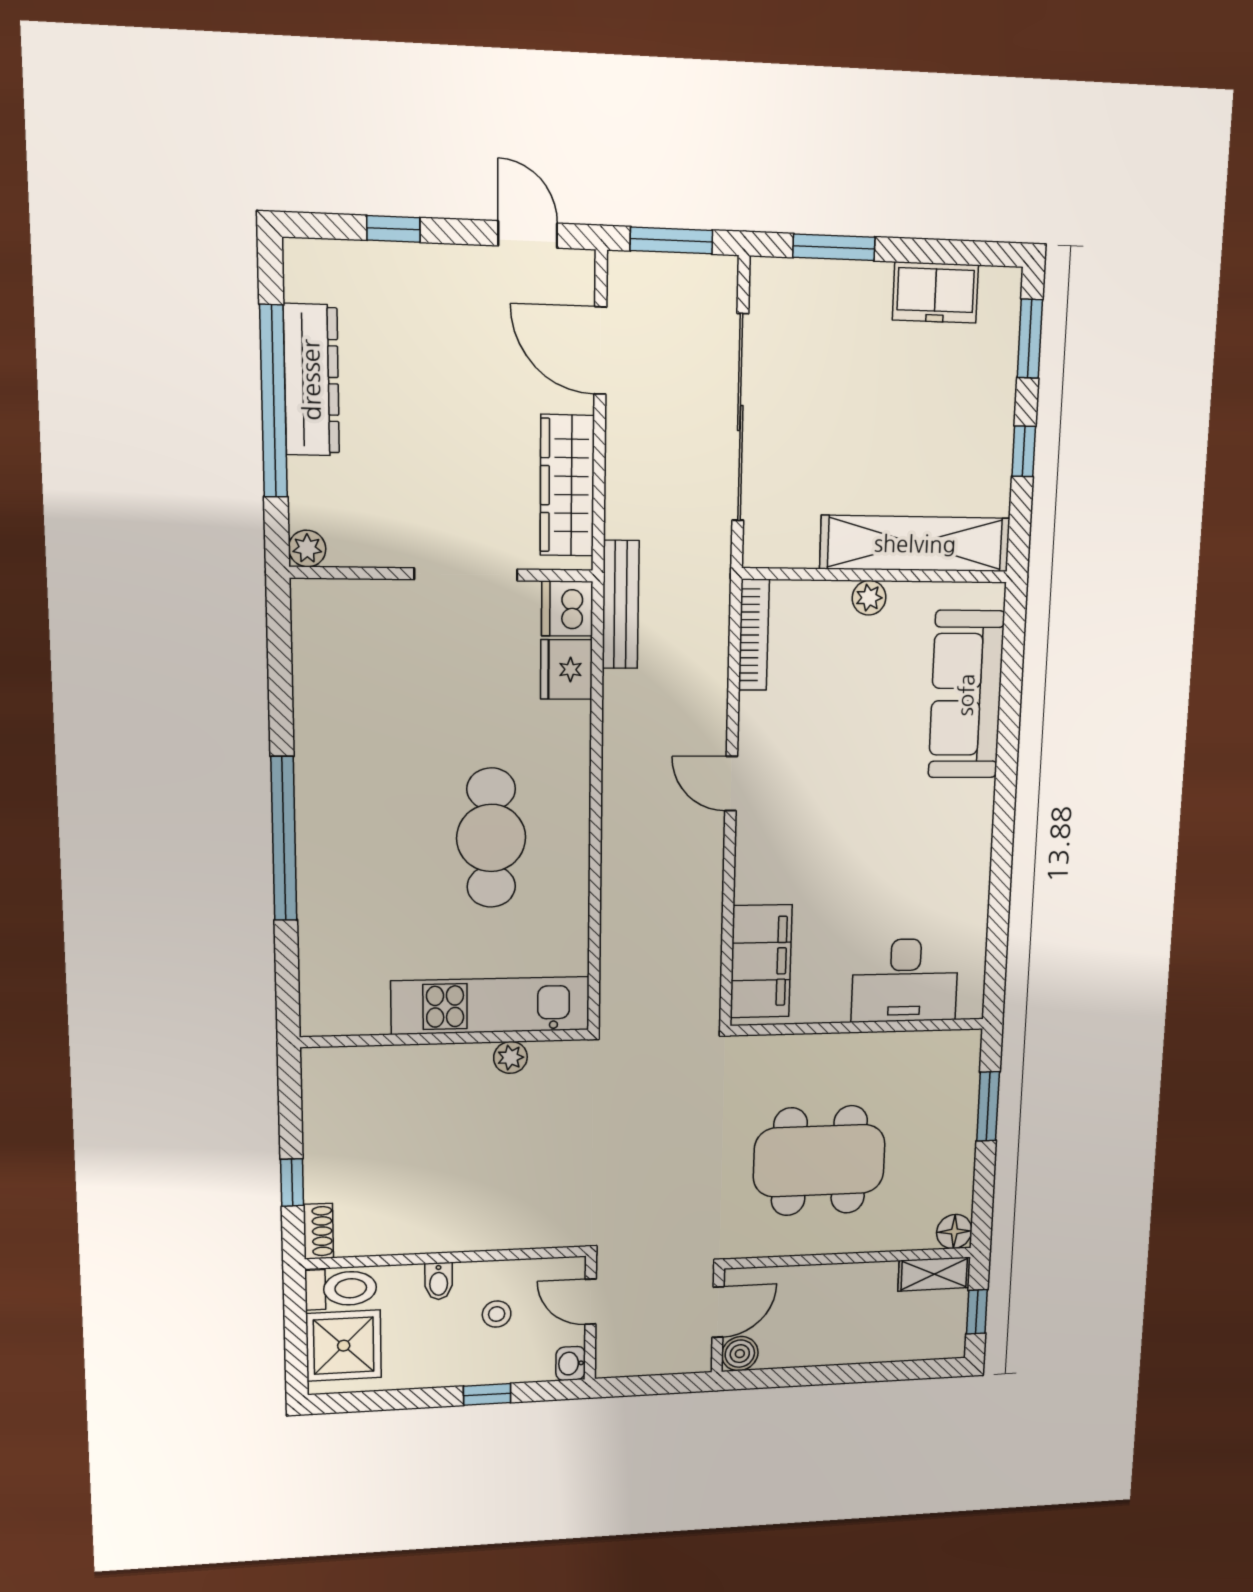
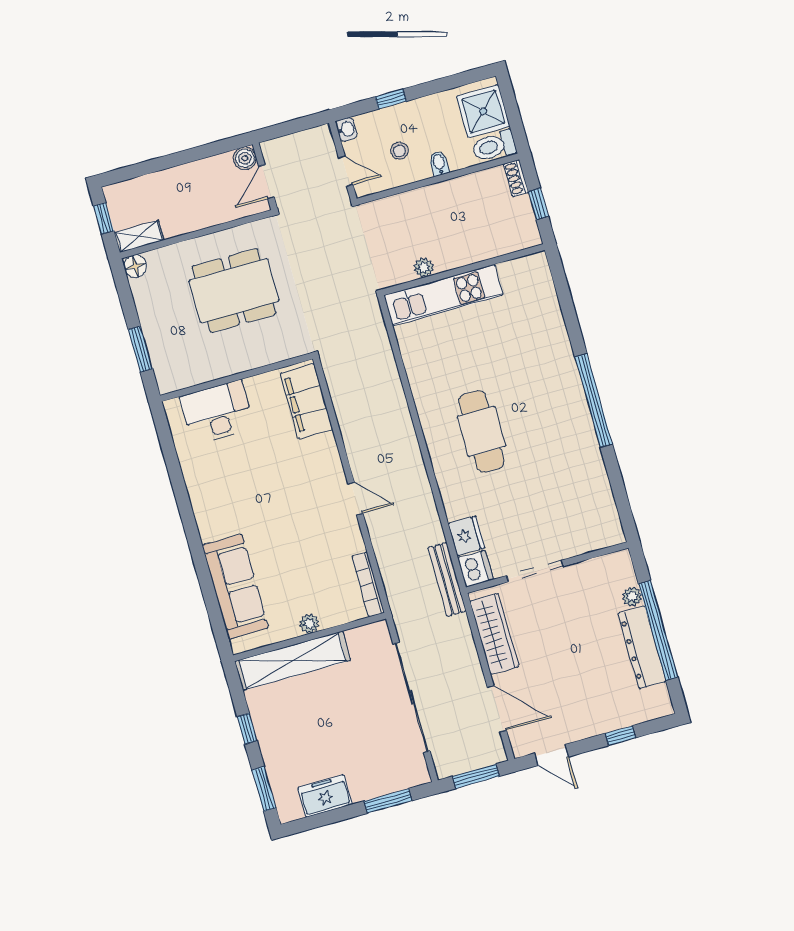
plant: (307, 548) -> (632, 597), moved
kitchen unit: (491, 1005) -> (443, 295), moved
wall: (446, 1038) -> (463, 270), moved
plant: (510, 1057) -> (424, 268), moved

